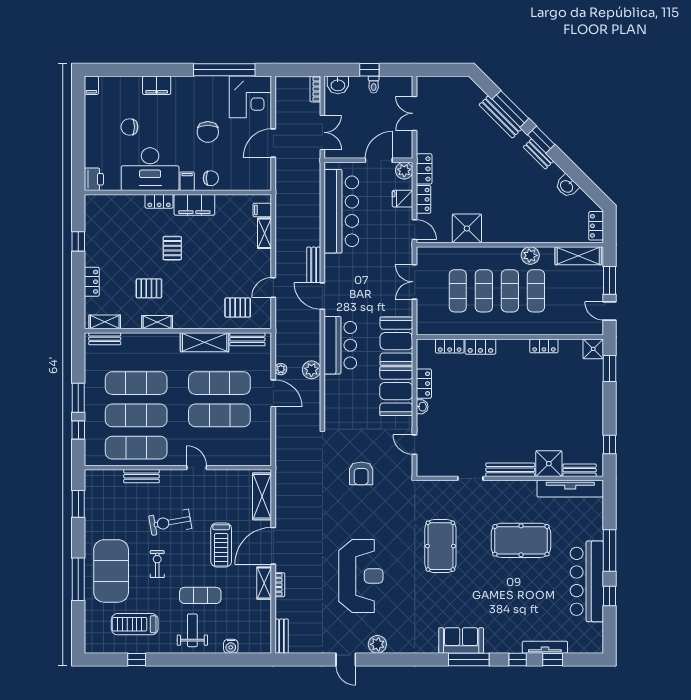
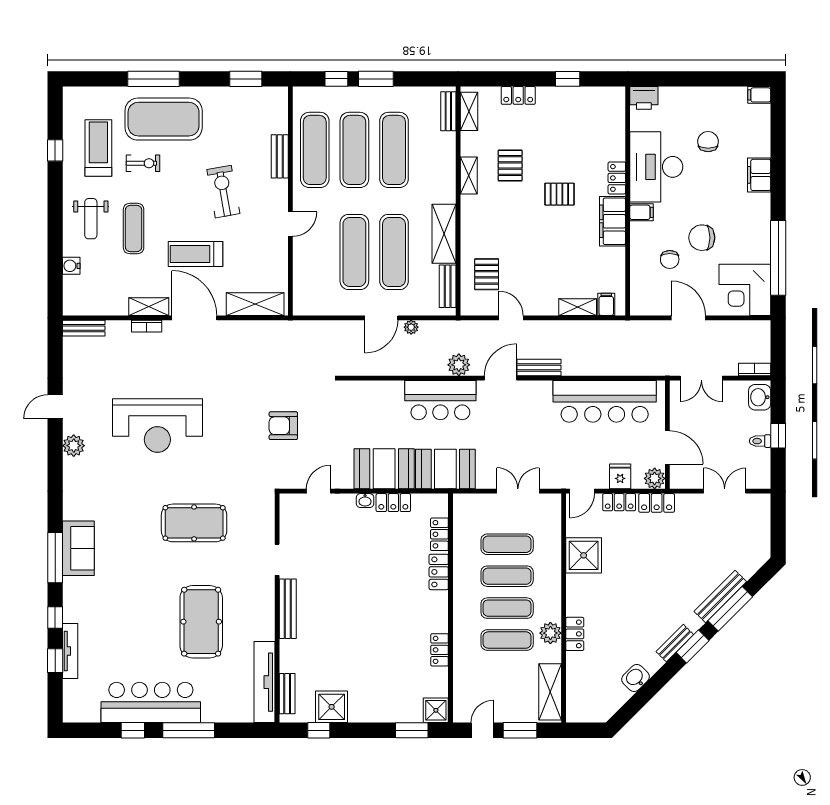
chair: (211, 178) -> (670, 259), moved
locker: (596, 226) -> (575, 634), moved, turned 90
plant: (311, 370) -> (459, 365), moved
shower: (549, 464) -> (332, 707), moved
exercise bike: (157, 564) -> (143, 163), moved
weight bench: (192, 630) -> (91, 219), turned 90

